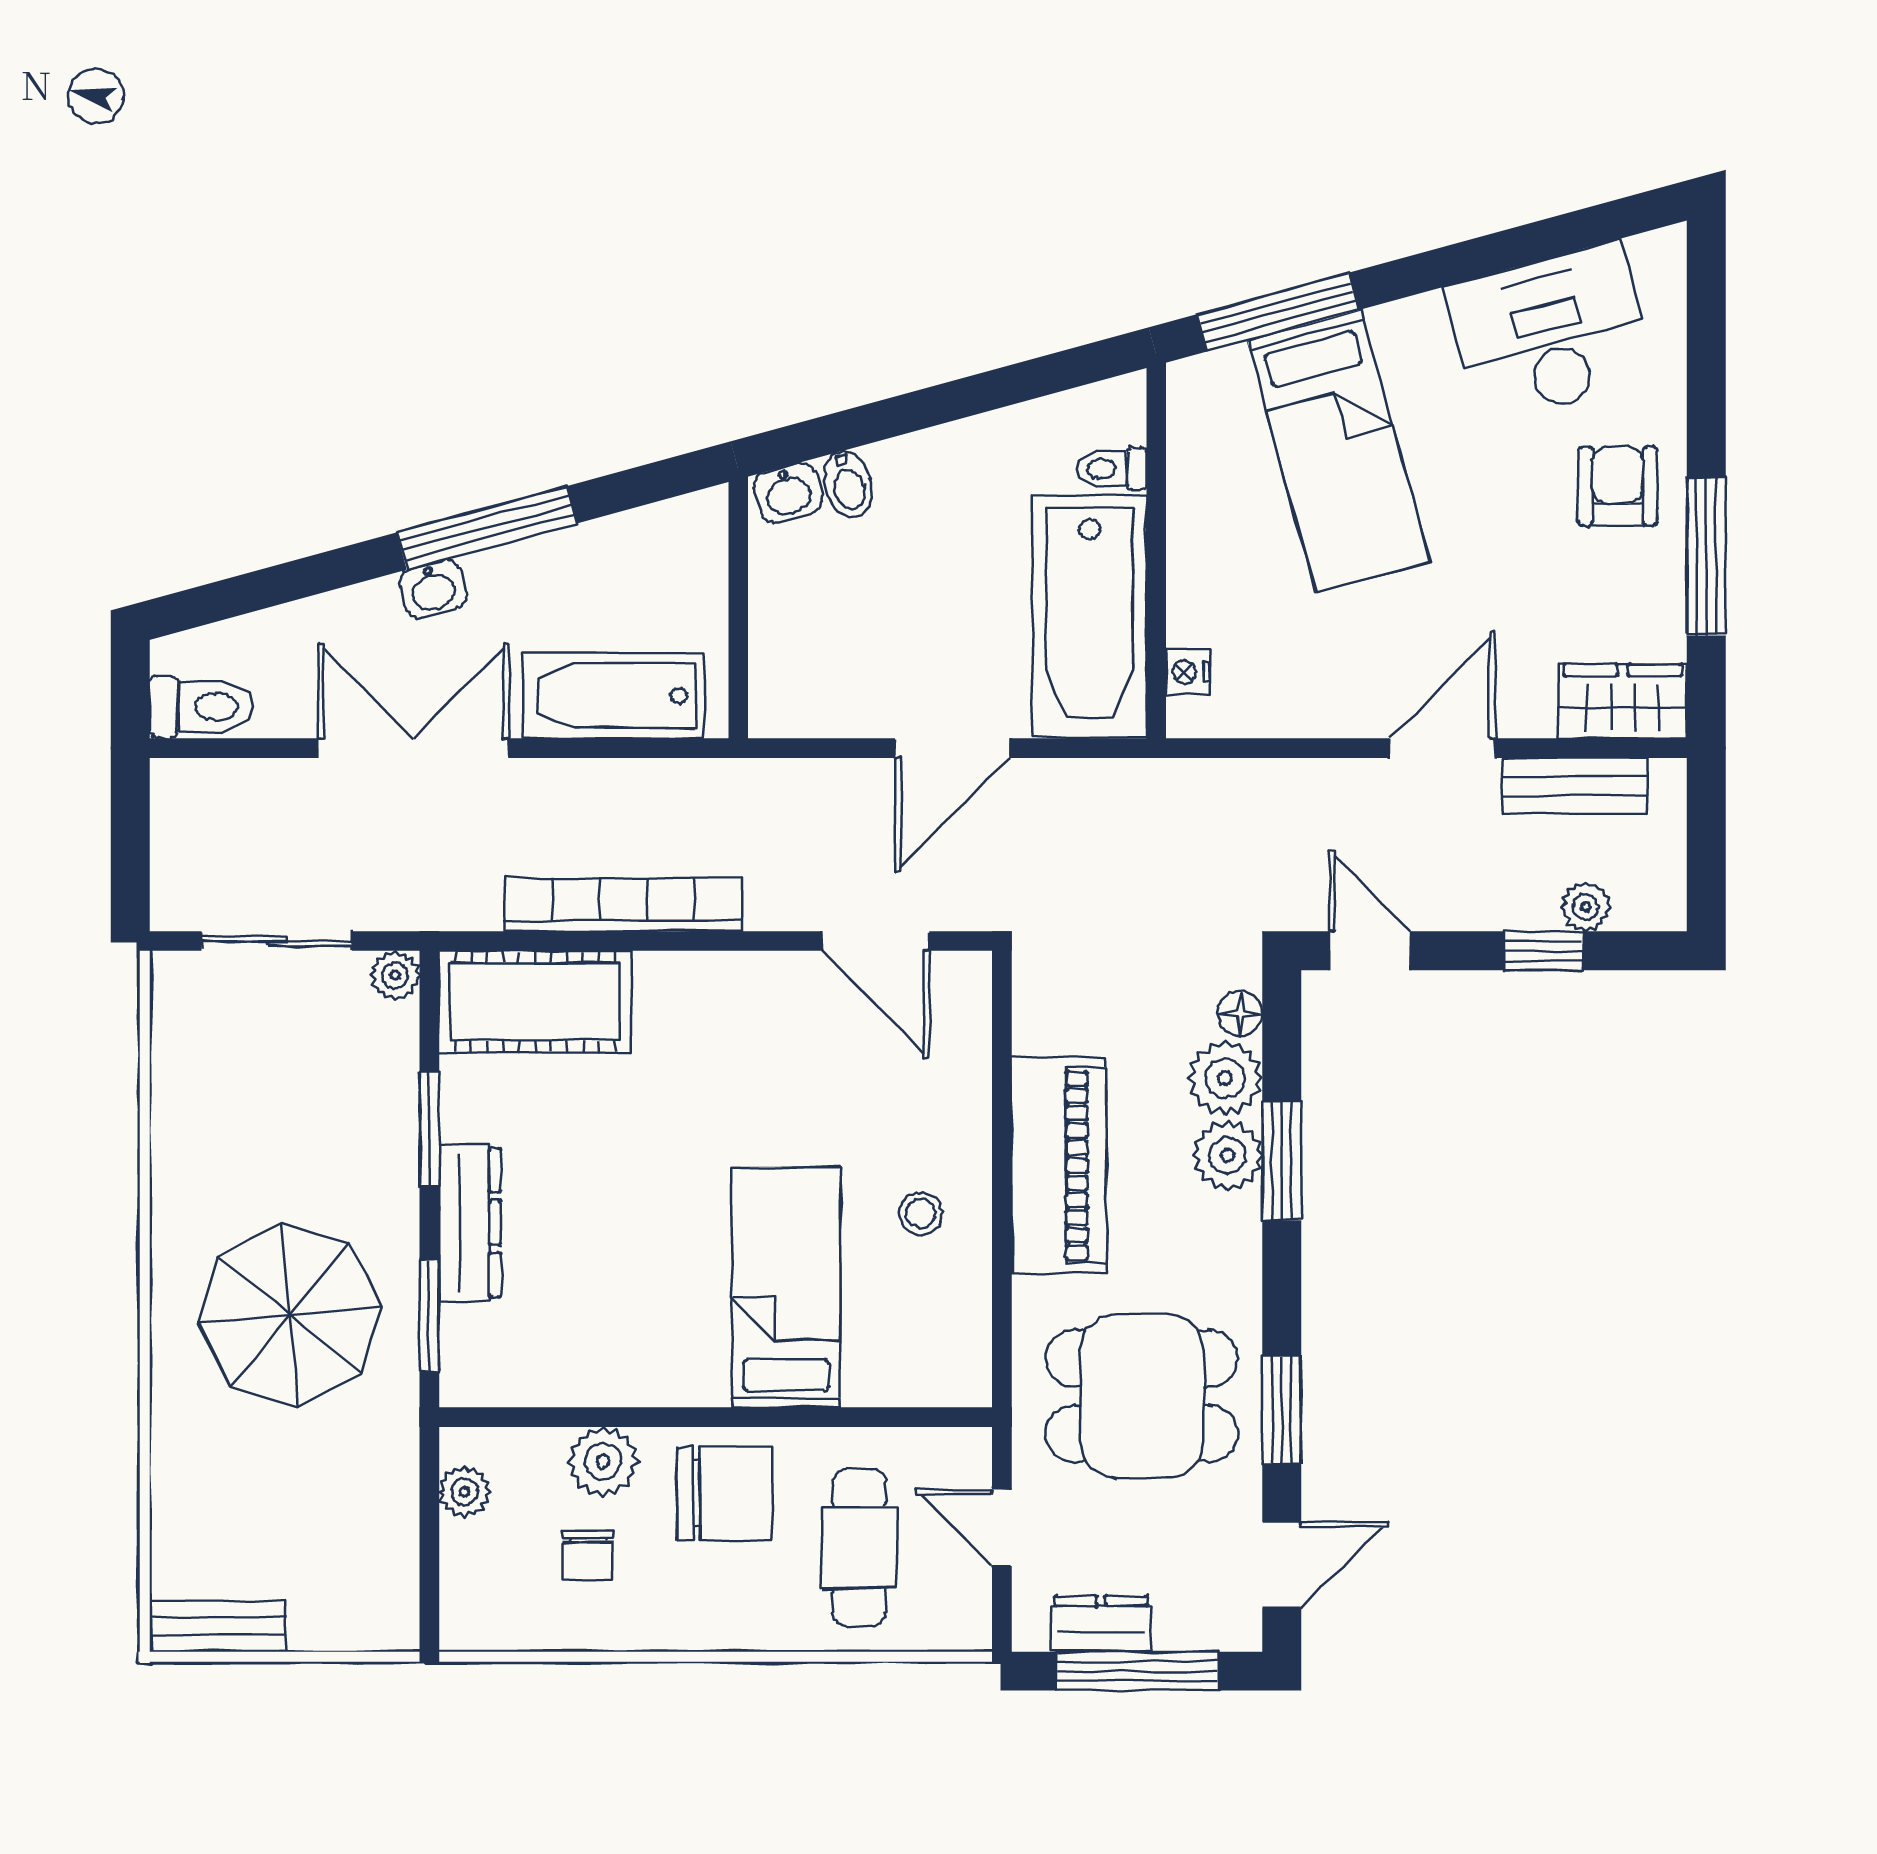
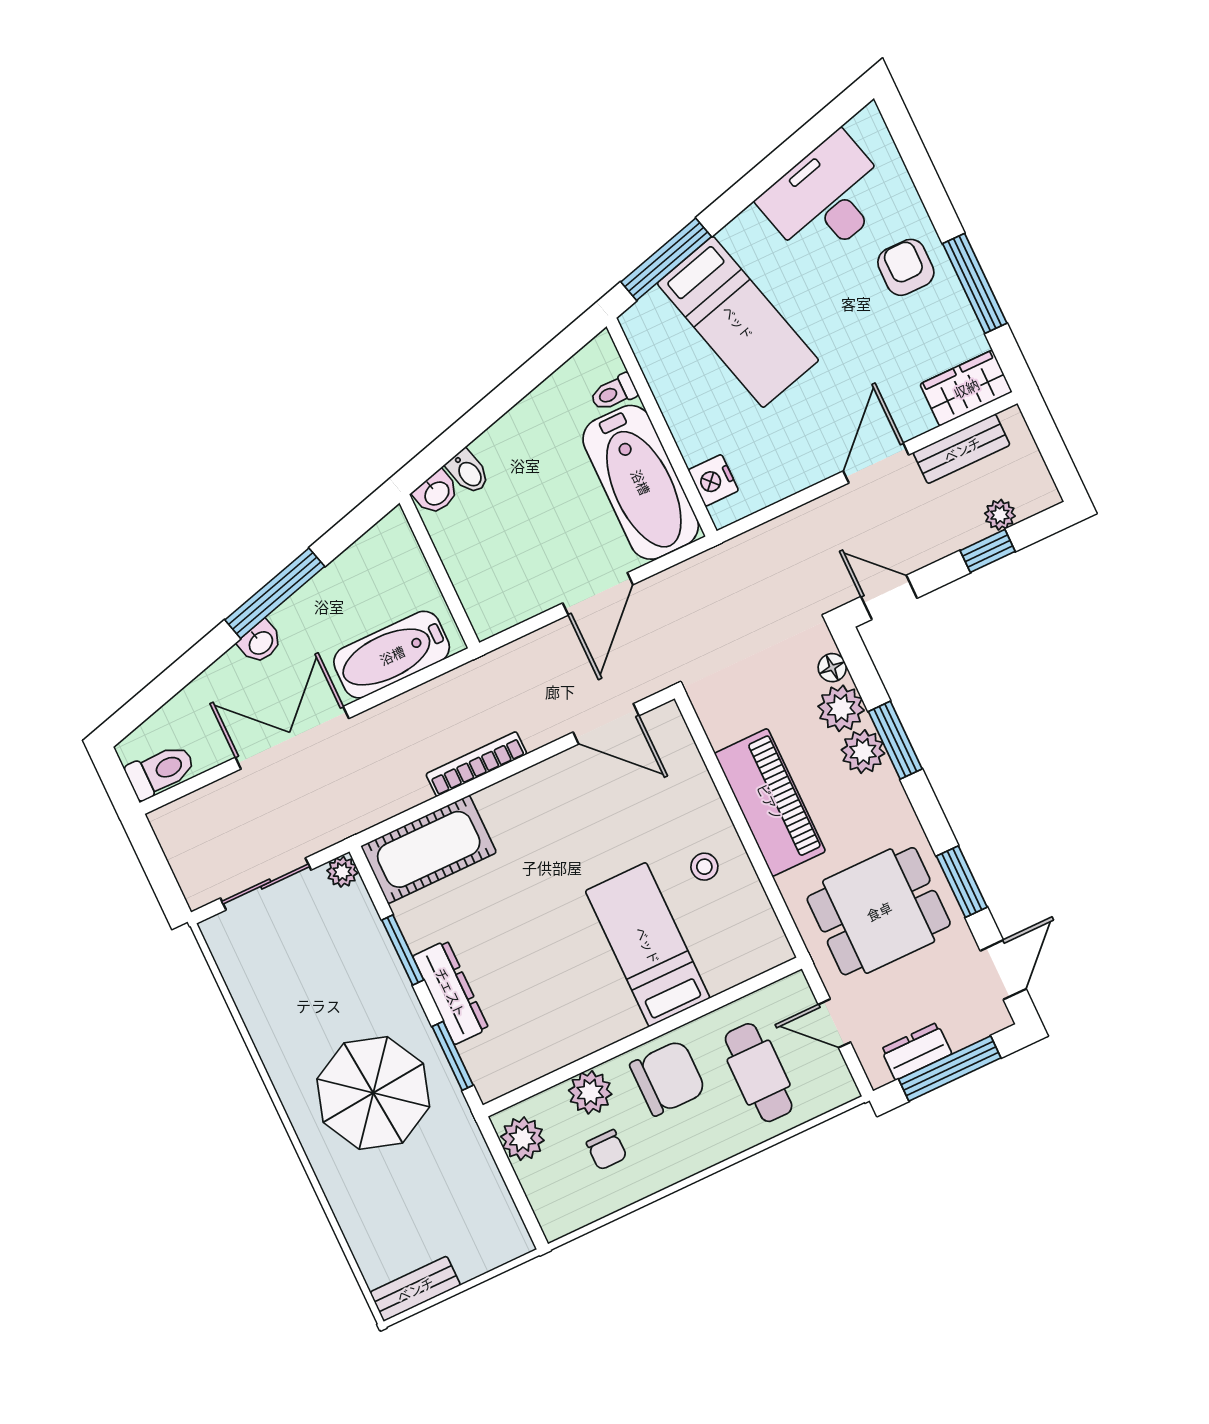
nightstand: (1188, 672) -> (713, 480), width x1.39, depth x1.35
bookcase: (623, 905) -> (476, 764), width x0.68, depth x0.76
plant: (464, 1492) -> (522, 1139), width x1.38, depth x1.38

